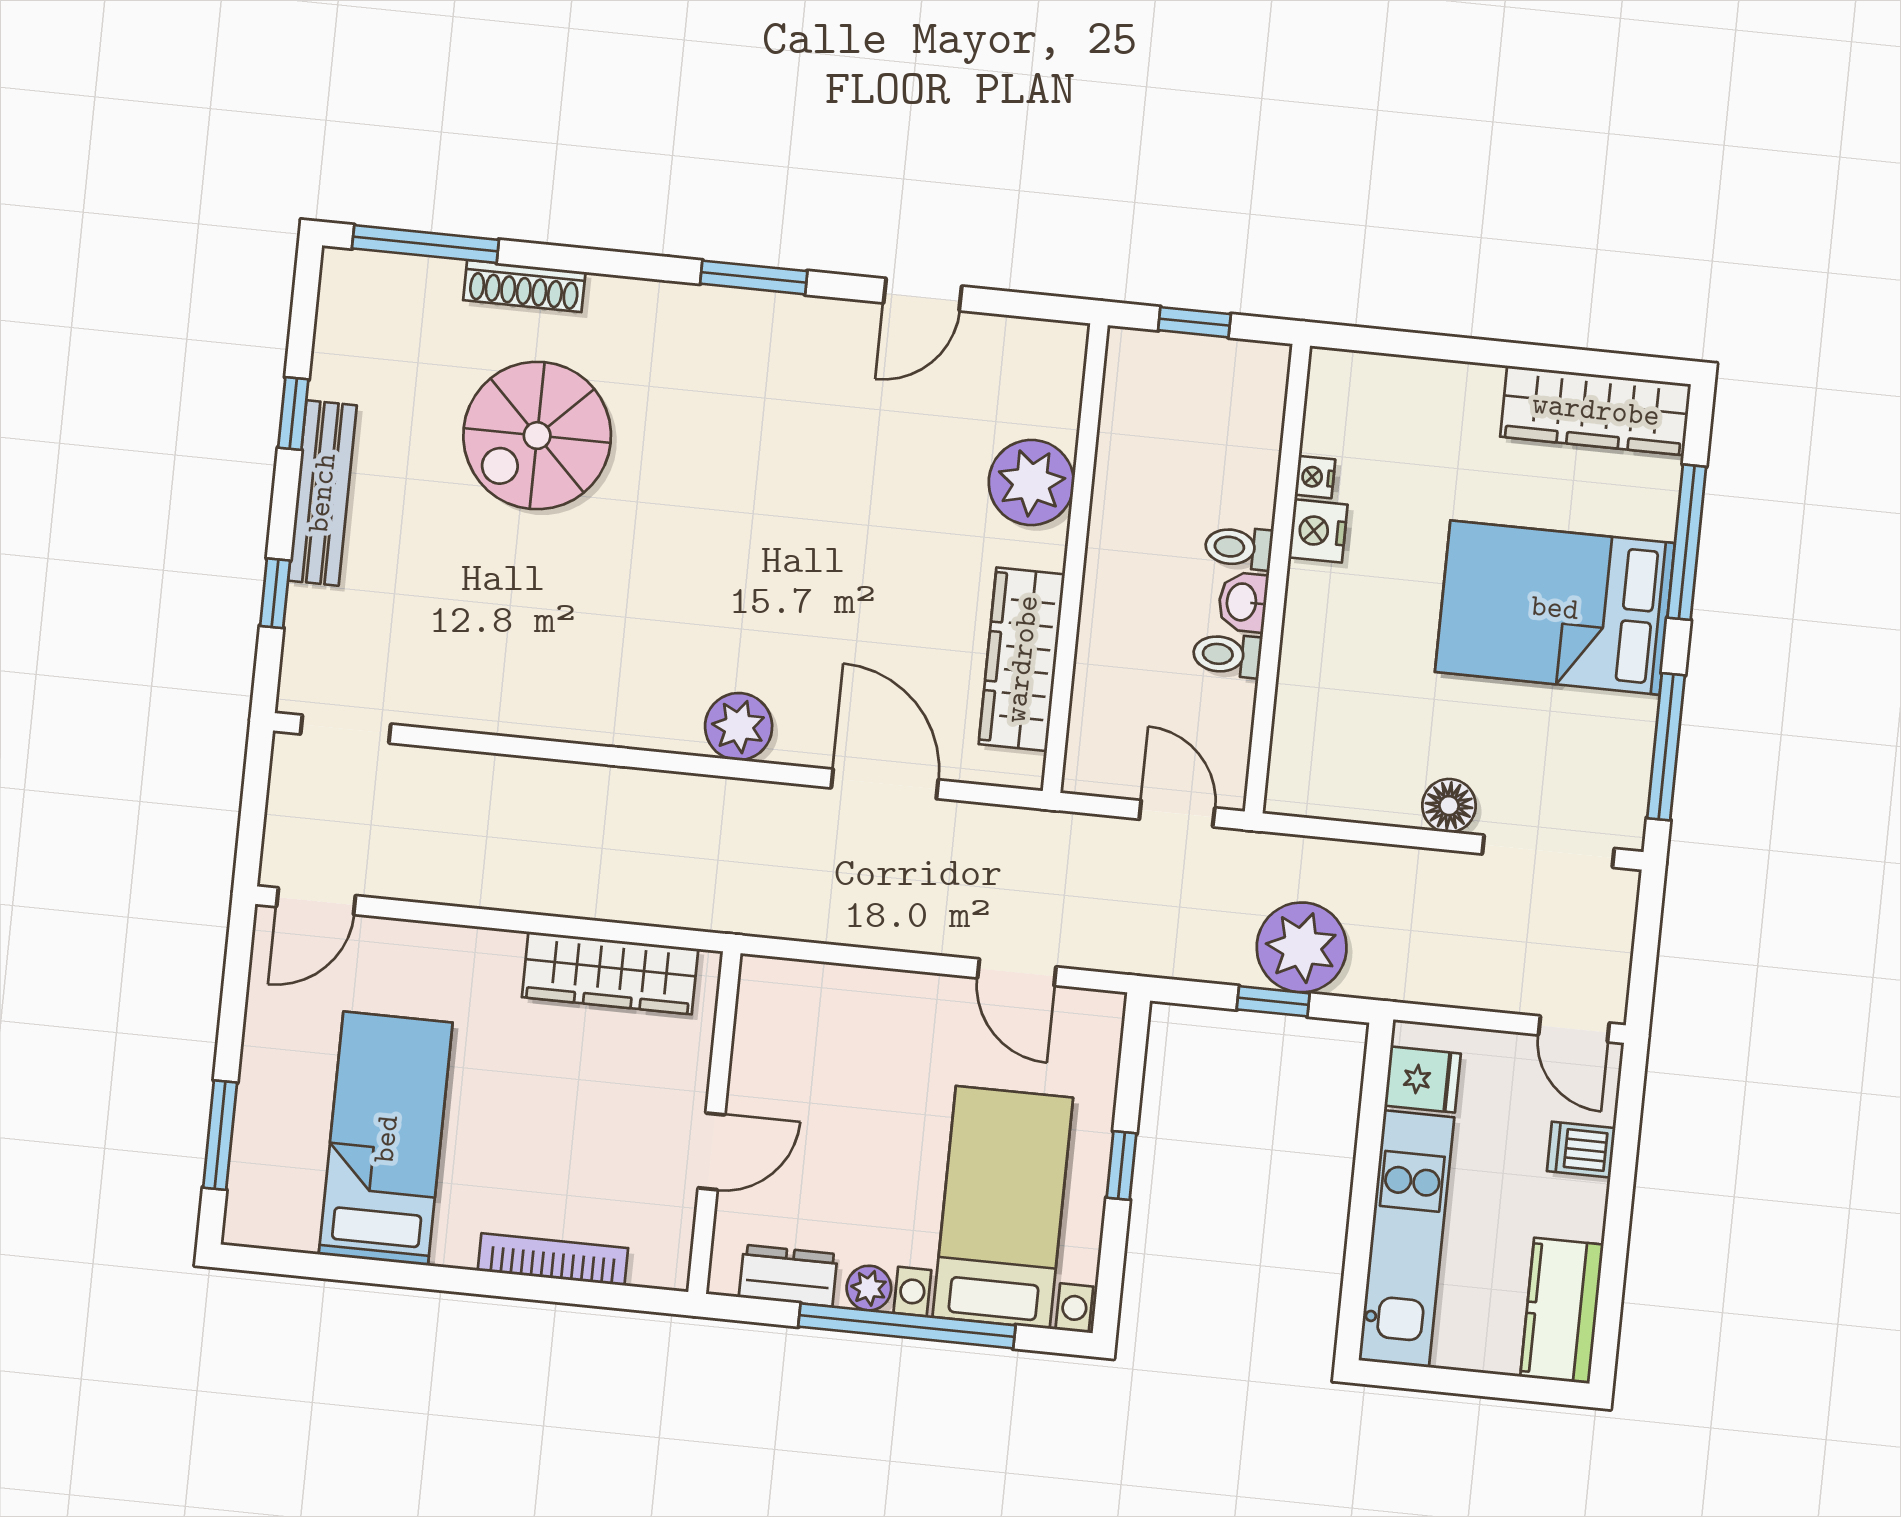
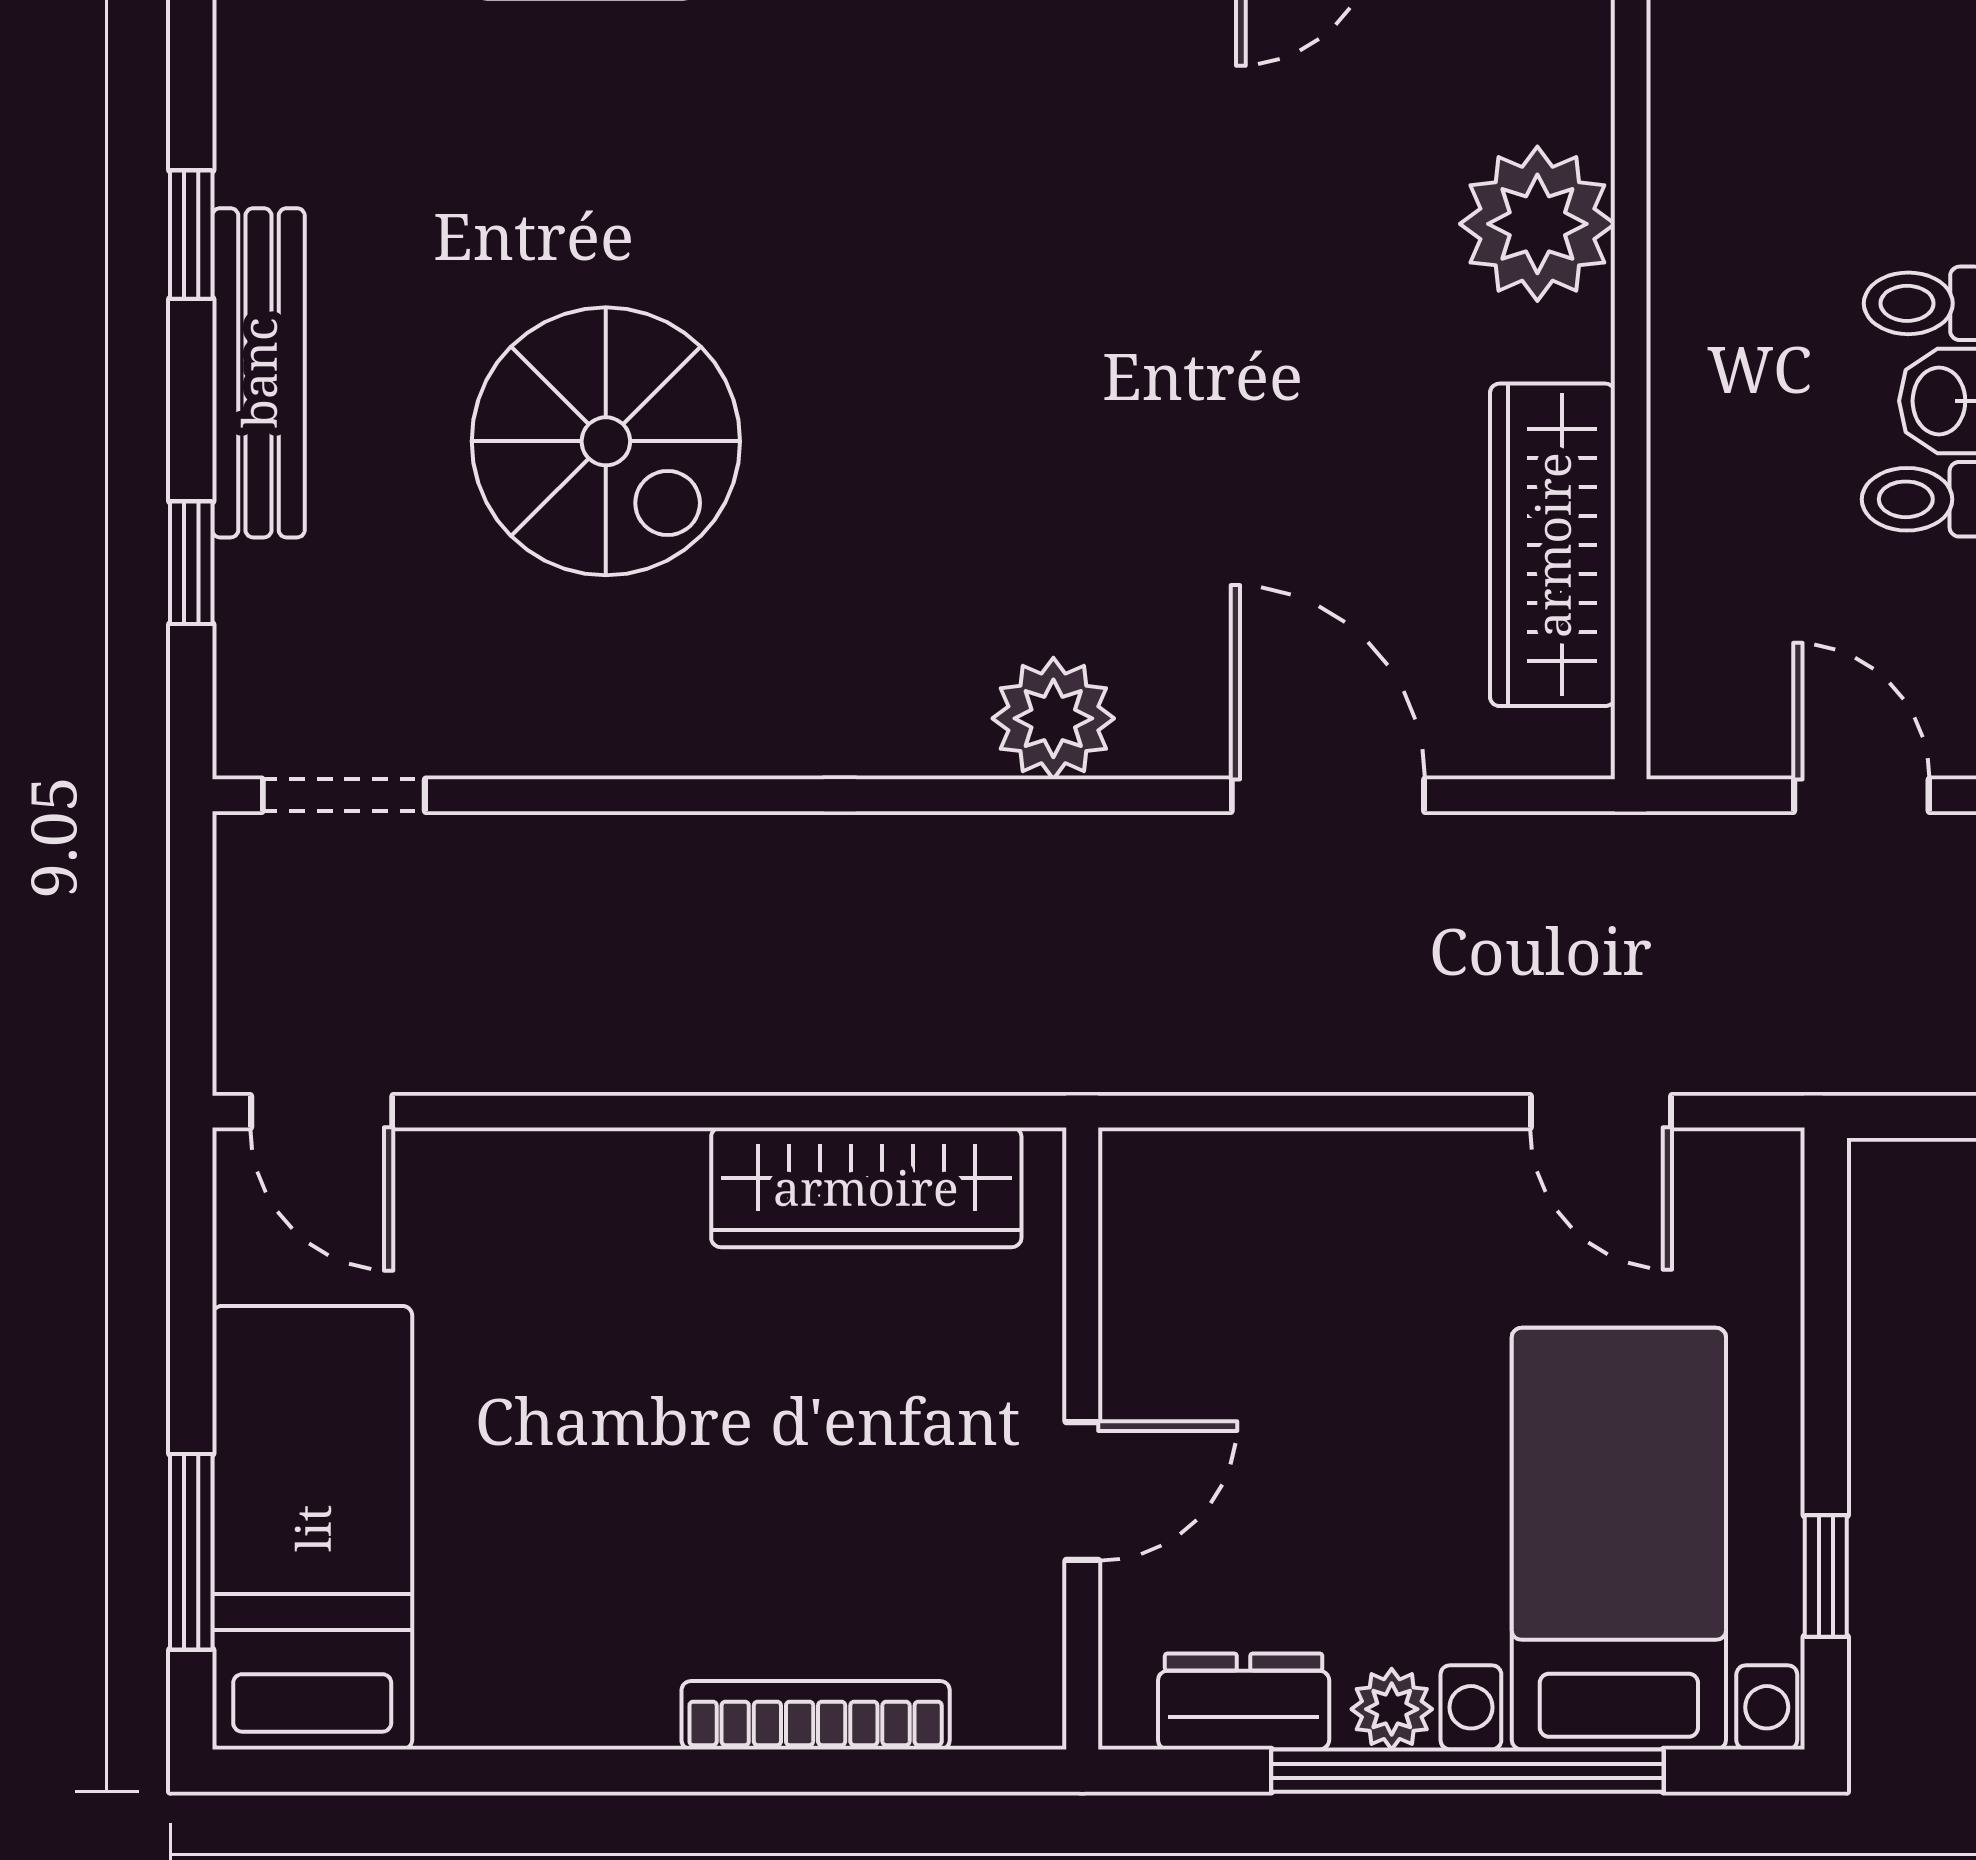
spiral stairs: (537, 436) -> (606, 441), moved, turned -90
door: (316, 901) -> (322, 1112), hinge flipped
bed: (386, 1139) -> (312, 1528), moved
window: (1122, 1166) -> (1826, 1576), moved

